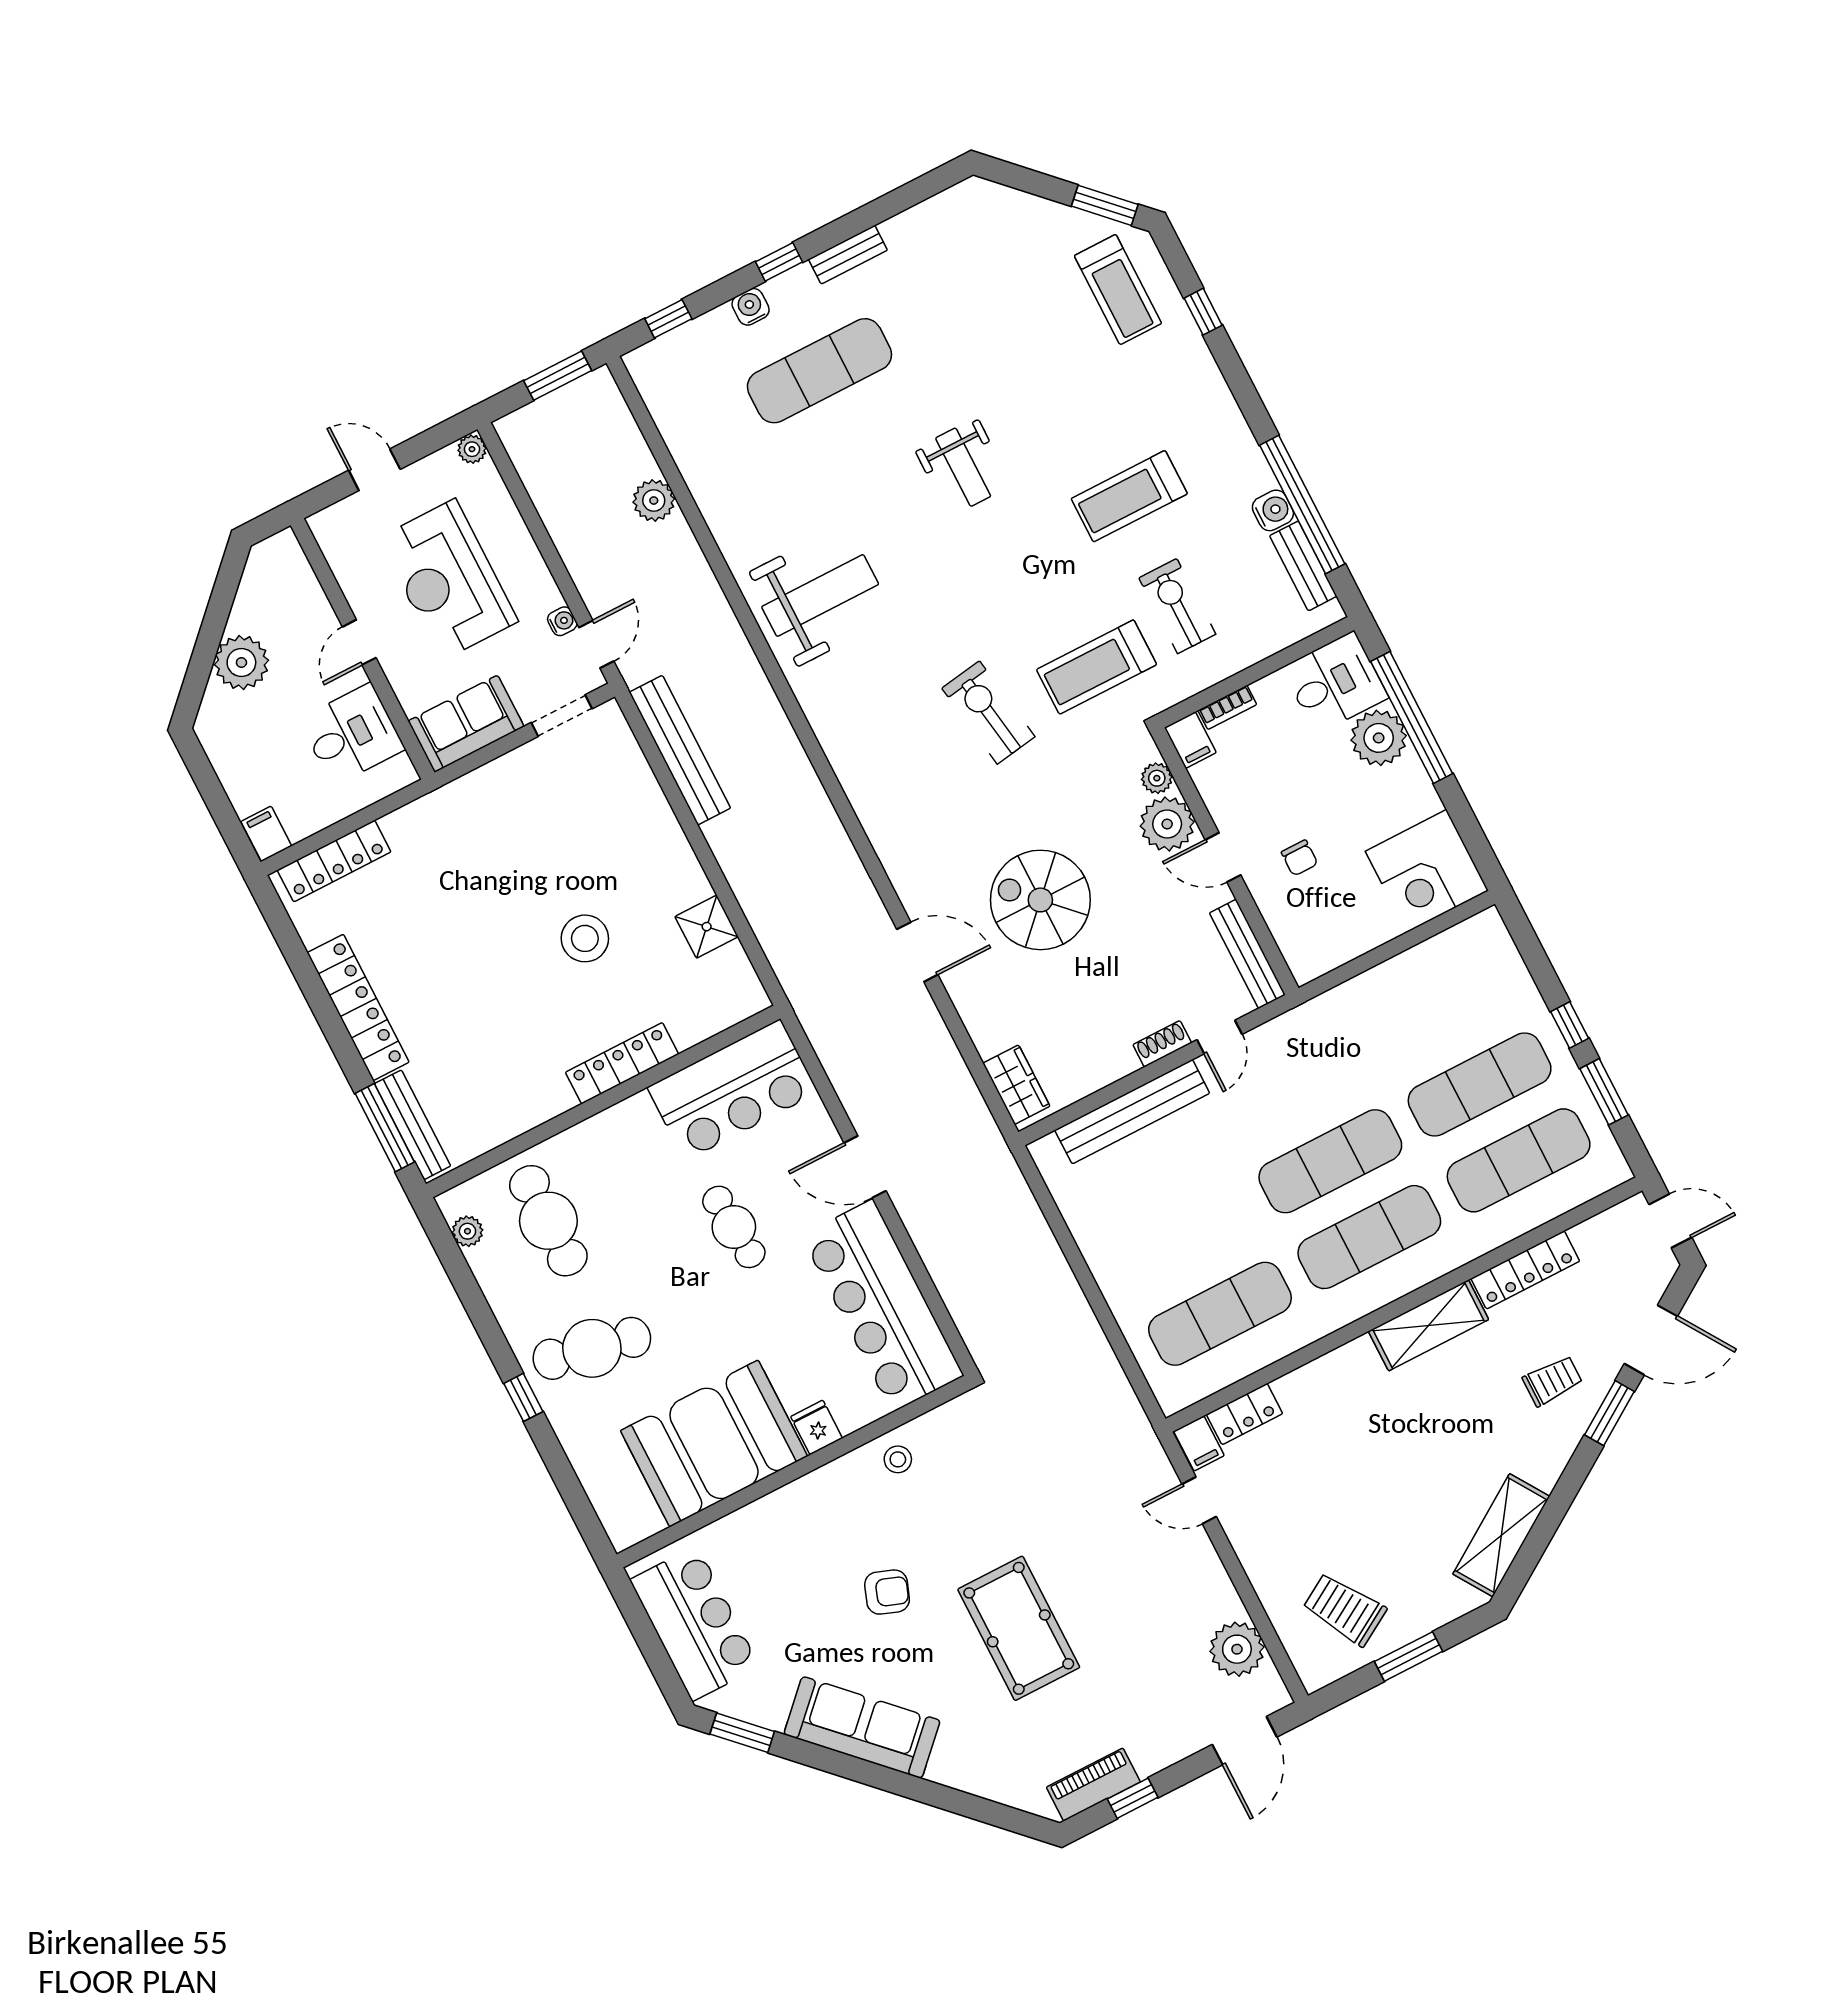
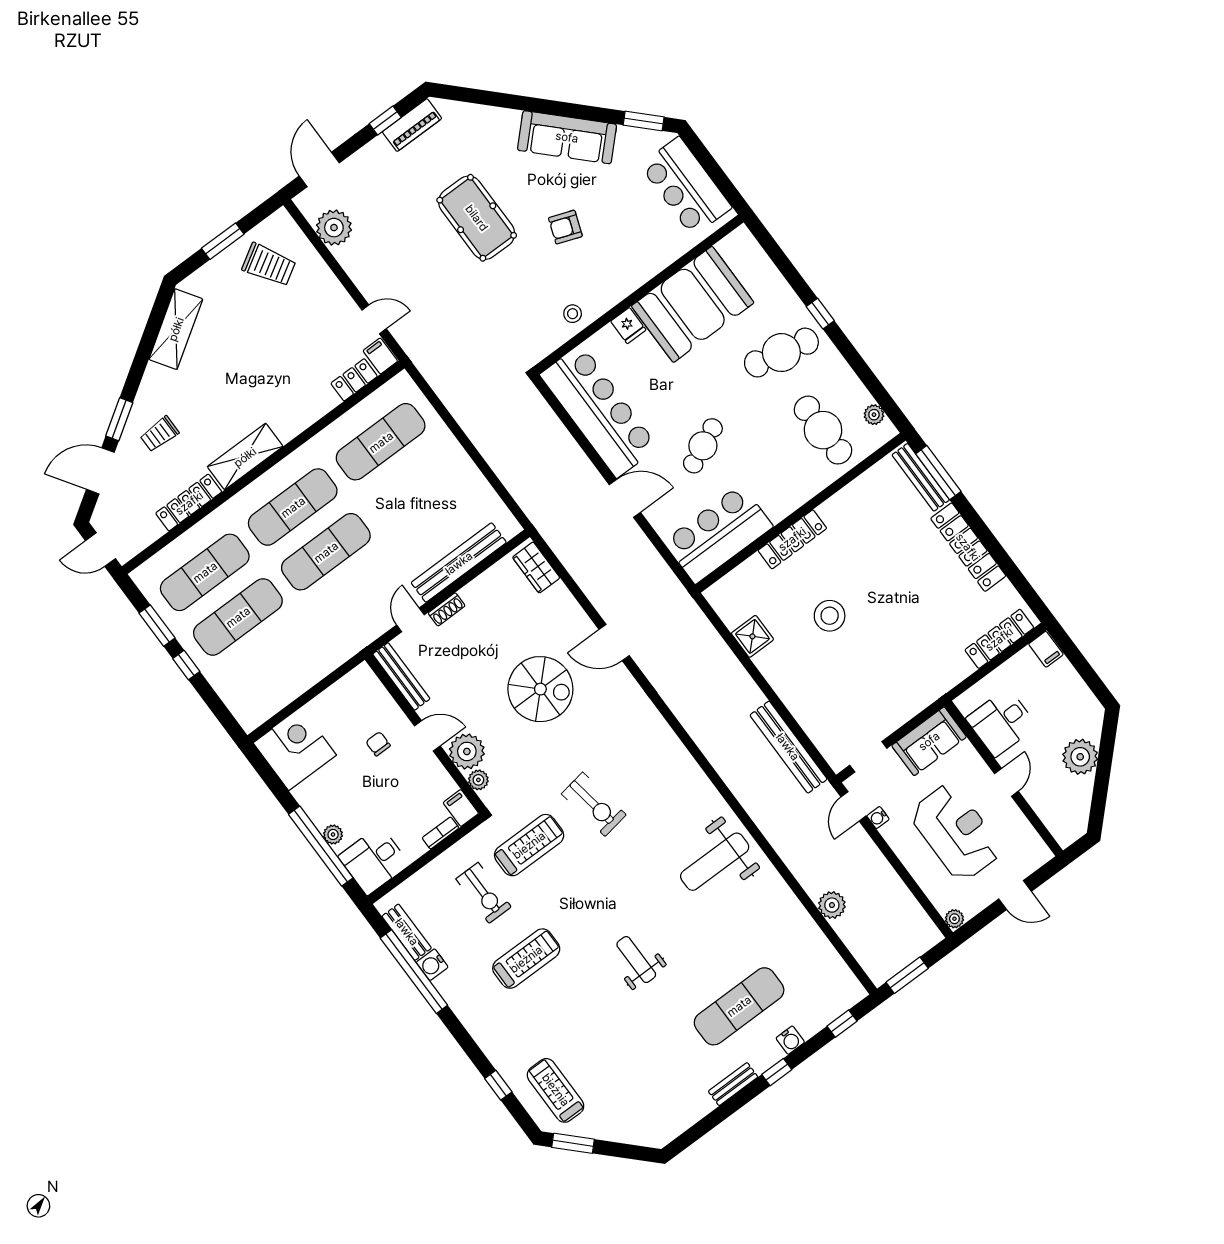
plant: (1379, 738) -> (333, 834), width x0.53, depth x0.53
cafe table: (734, 1227) -> (703, 446), turned 69

